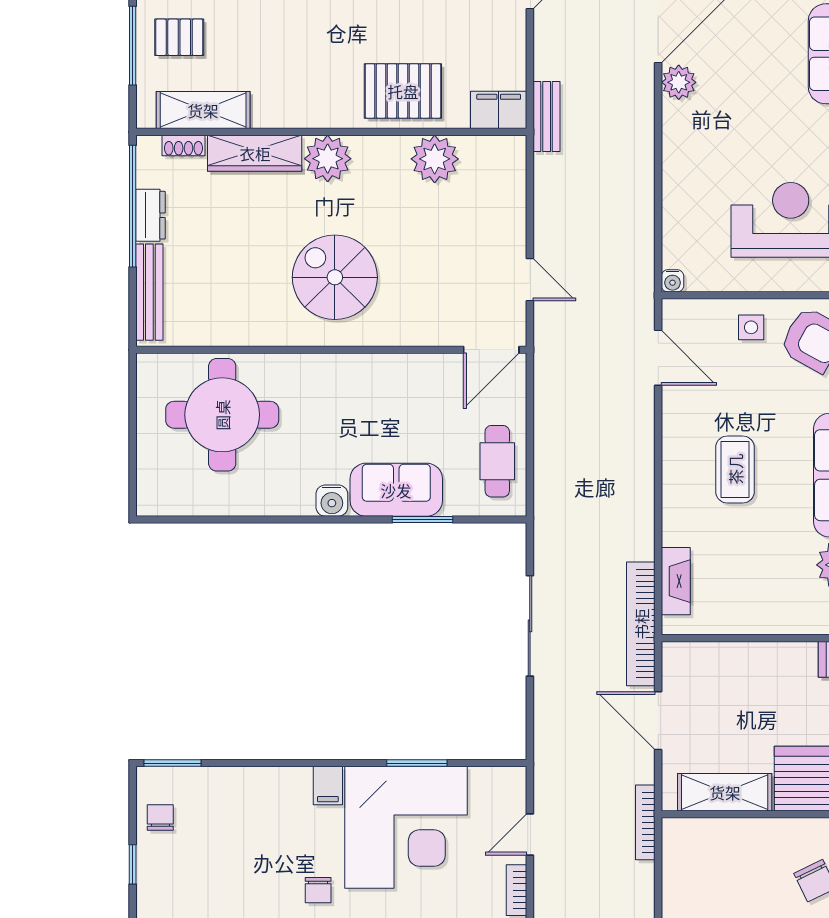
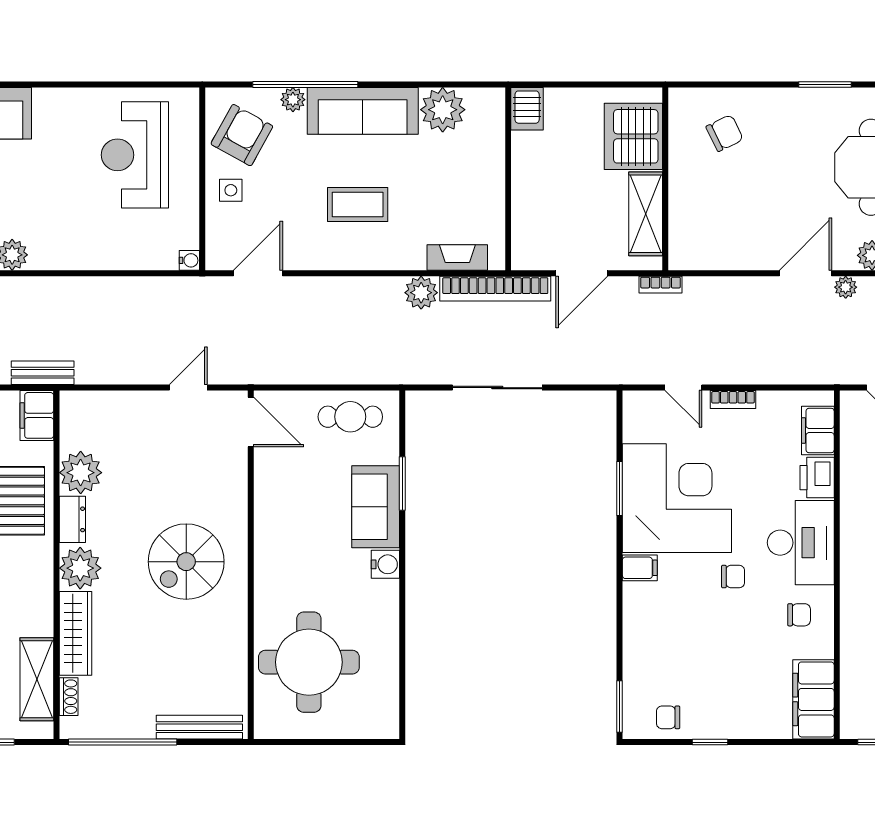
dresser: (151, 215) -> (72, 519), moved, turned 90
plant: (636, 541) -> (421, 293), added
bookcase: (645, 822) -> (660, 285), width x0.64

